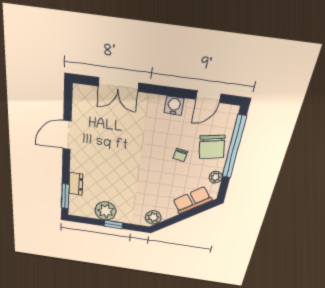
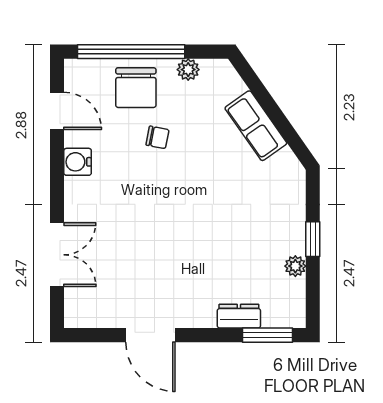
chair: (212, 147) -> (136, 88), turned 100
row of seats: (192, 200) -> (256, 126), moved
plant: (106, 211) -> (295, 266), width x0.53, depth x0.53
plant: (153, 217) -> (285, 166), removed

